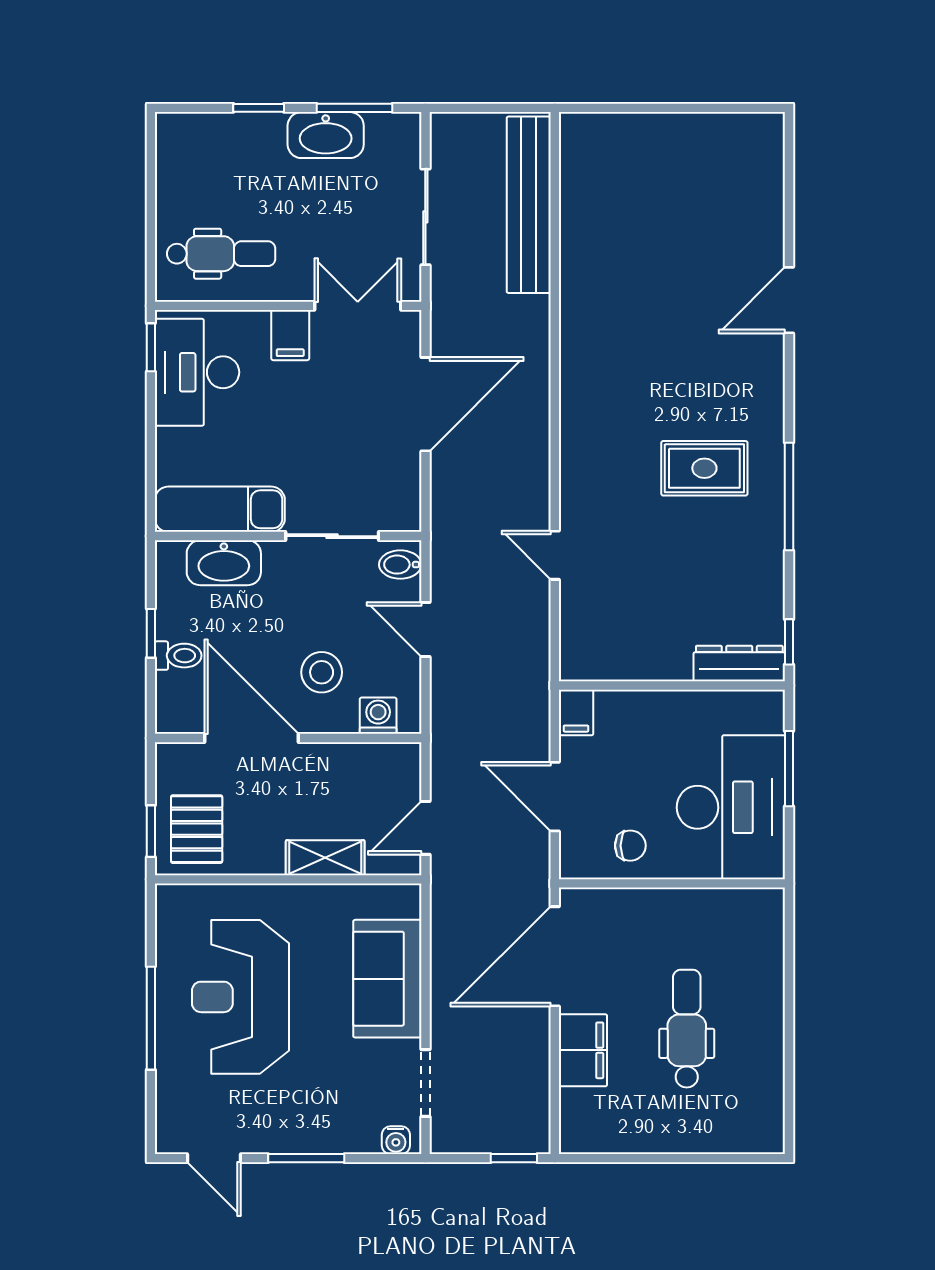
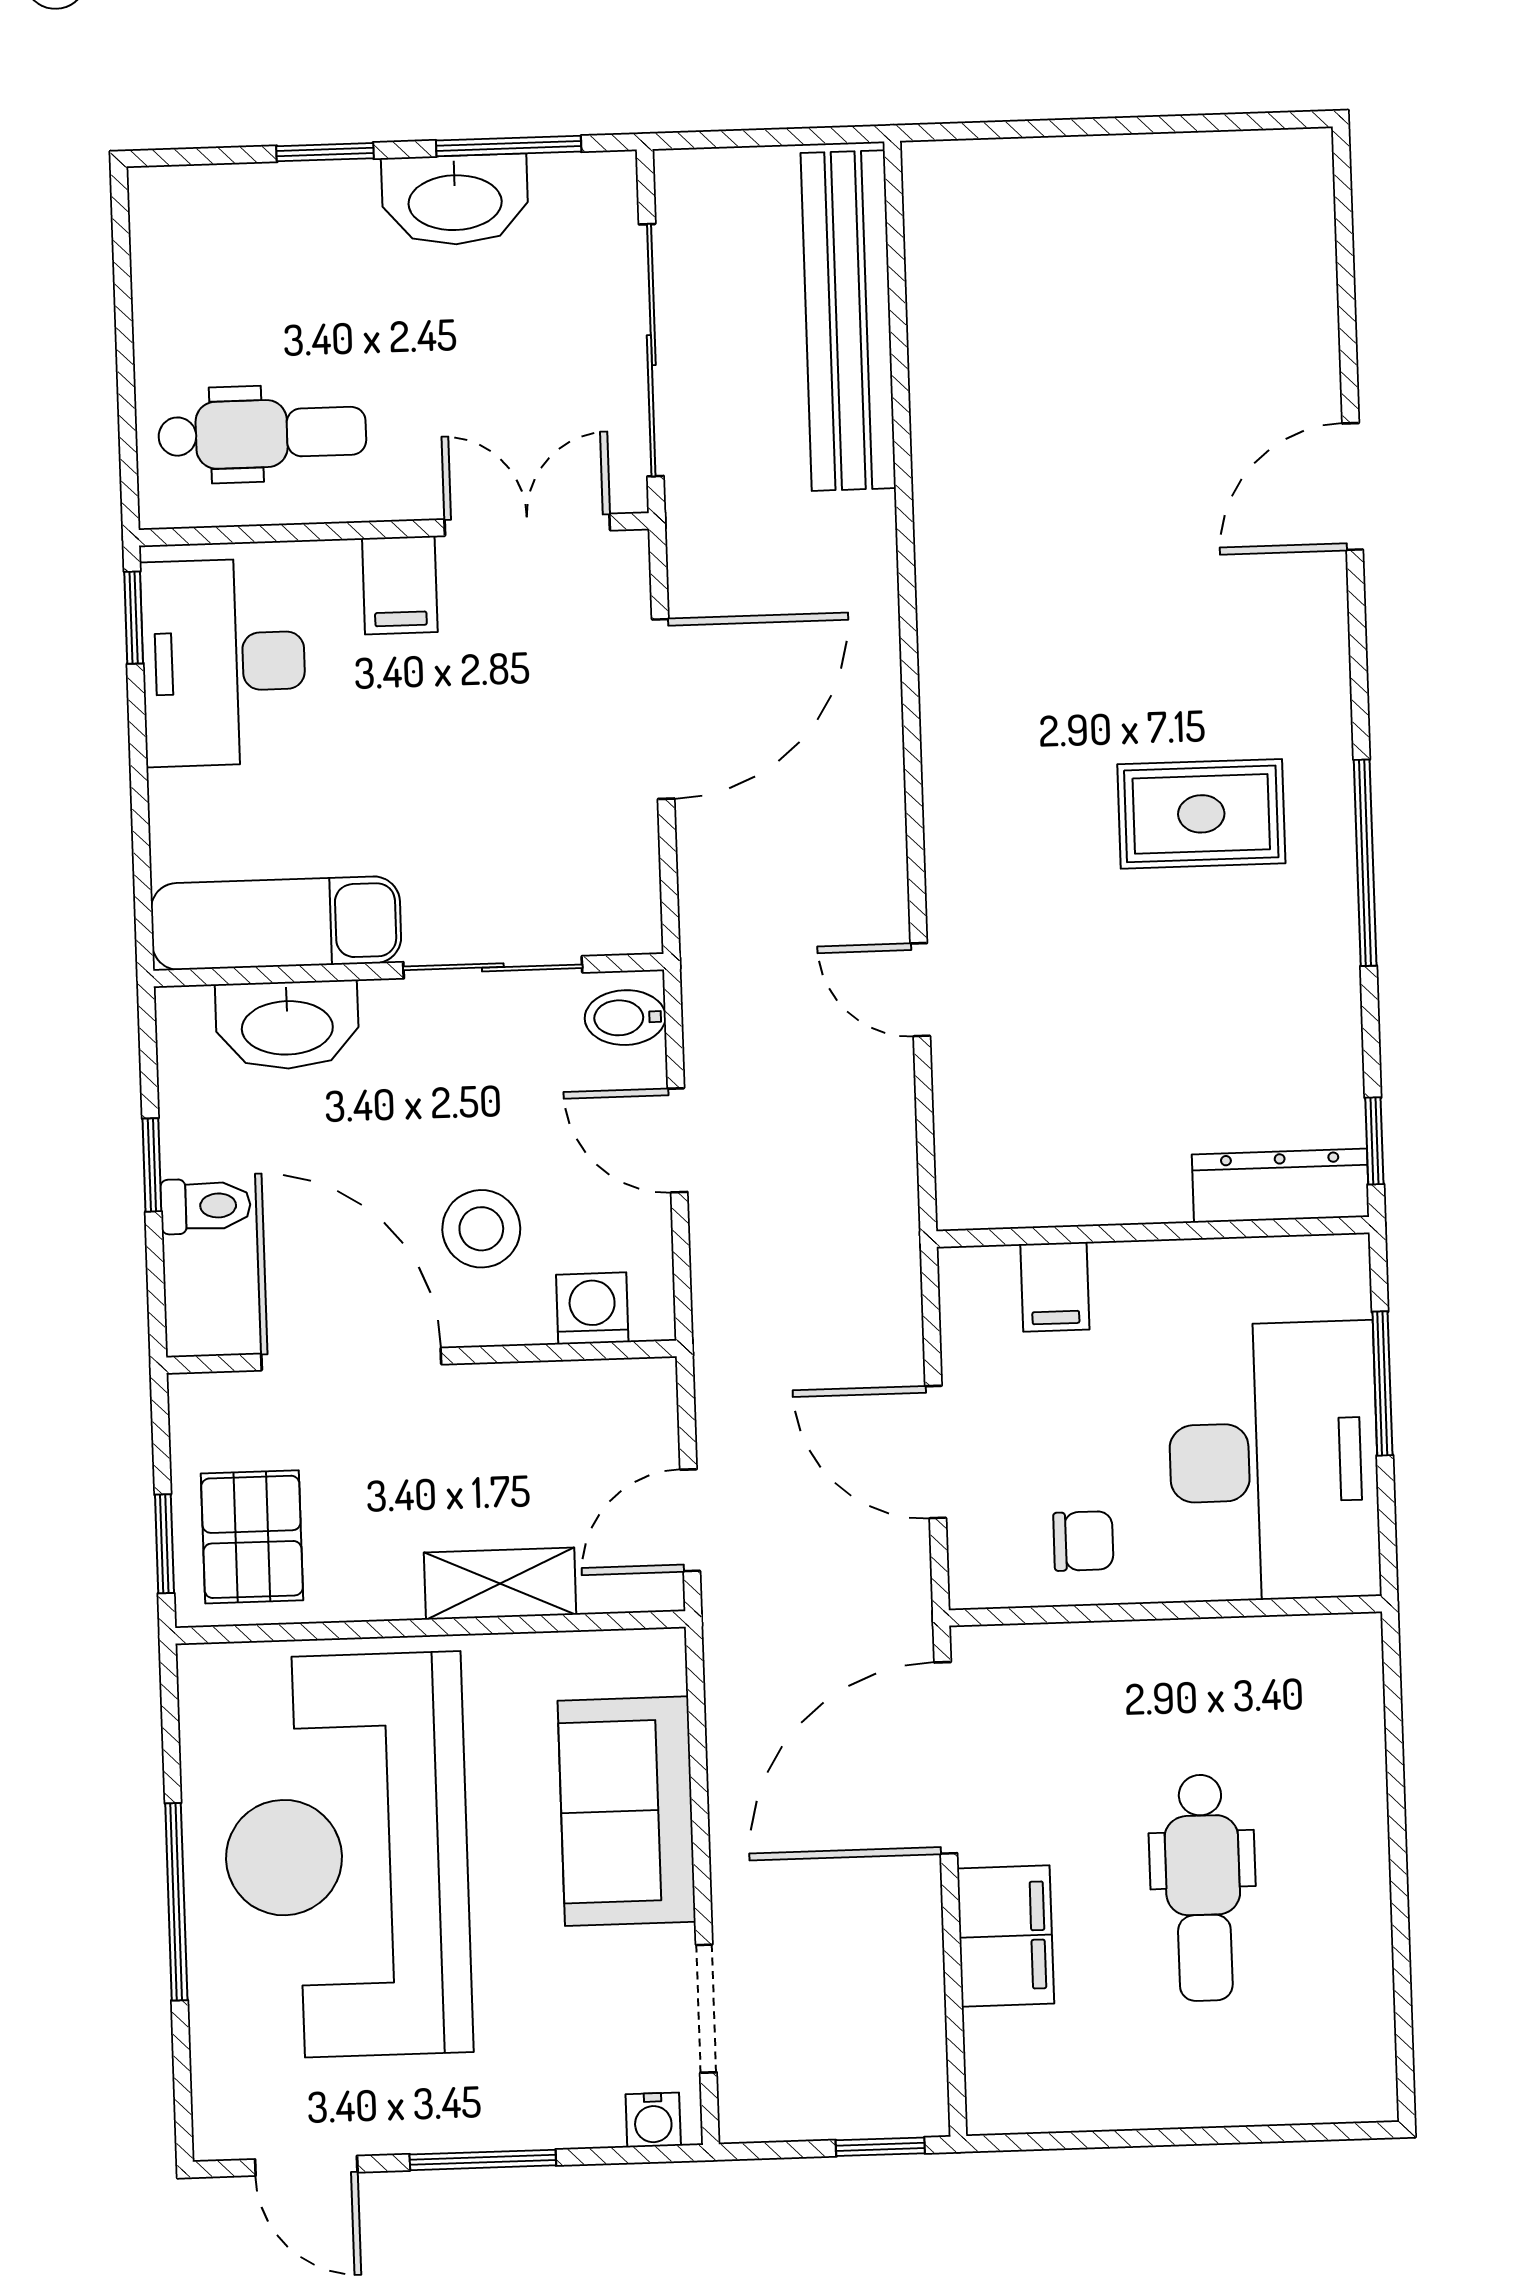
sliding door: (425, 217) -> (651, 350), width x1.37
filing cabinet: (576, 712) -> (1055, 1287), moved
reception desk: (240, 997) -> (347, 1856), width x1.36, depth x1.30
dental chair: (687, 1029) -> (1203, 1888), turned 180

